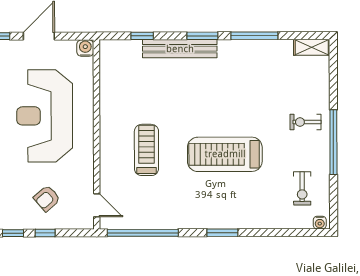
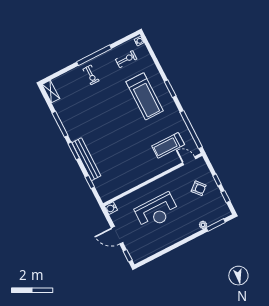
reception desk: (45, 116) -> (157, 211), width x0.74, depth x0.77
treadmill: (146, 150) -> (168, 145), moved
treadmill: (225, 154) -> (145, 96), moved
door: (97, 205) -> (189, 161), hinge flipped

